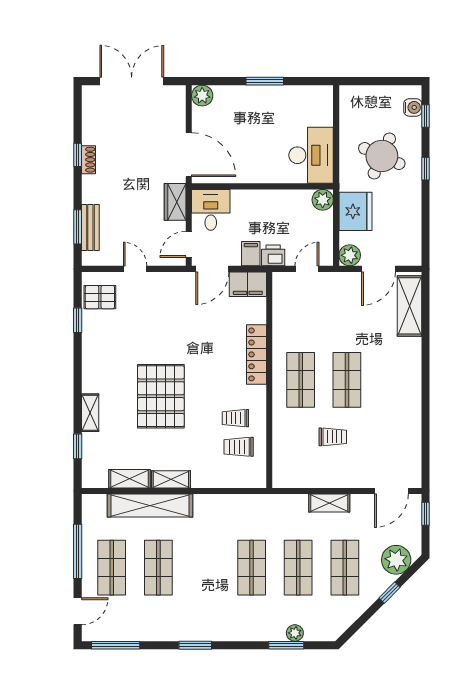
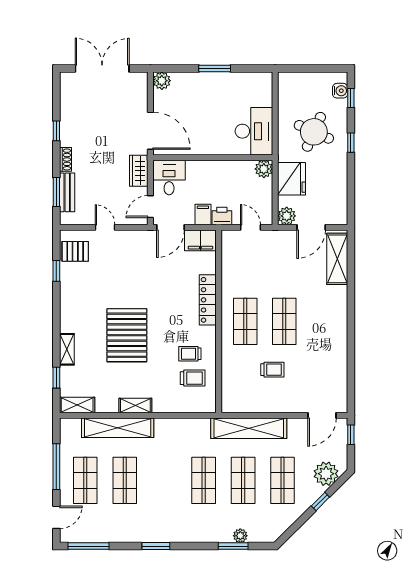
shoe rack: (88, 160) -> (66, 159), moved
door: (307, 269) -> (251, 227), hinge flipped
trolley: (239, 447) -> (193, 378), turned 180
shelving: (129, 479) -> (77, 405), moved
shelving: (329, 503) -> (249, 428), width x2.20, depth x1.33

